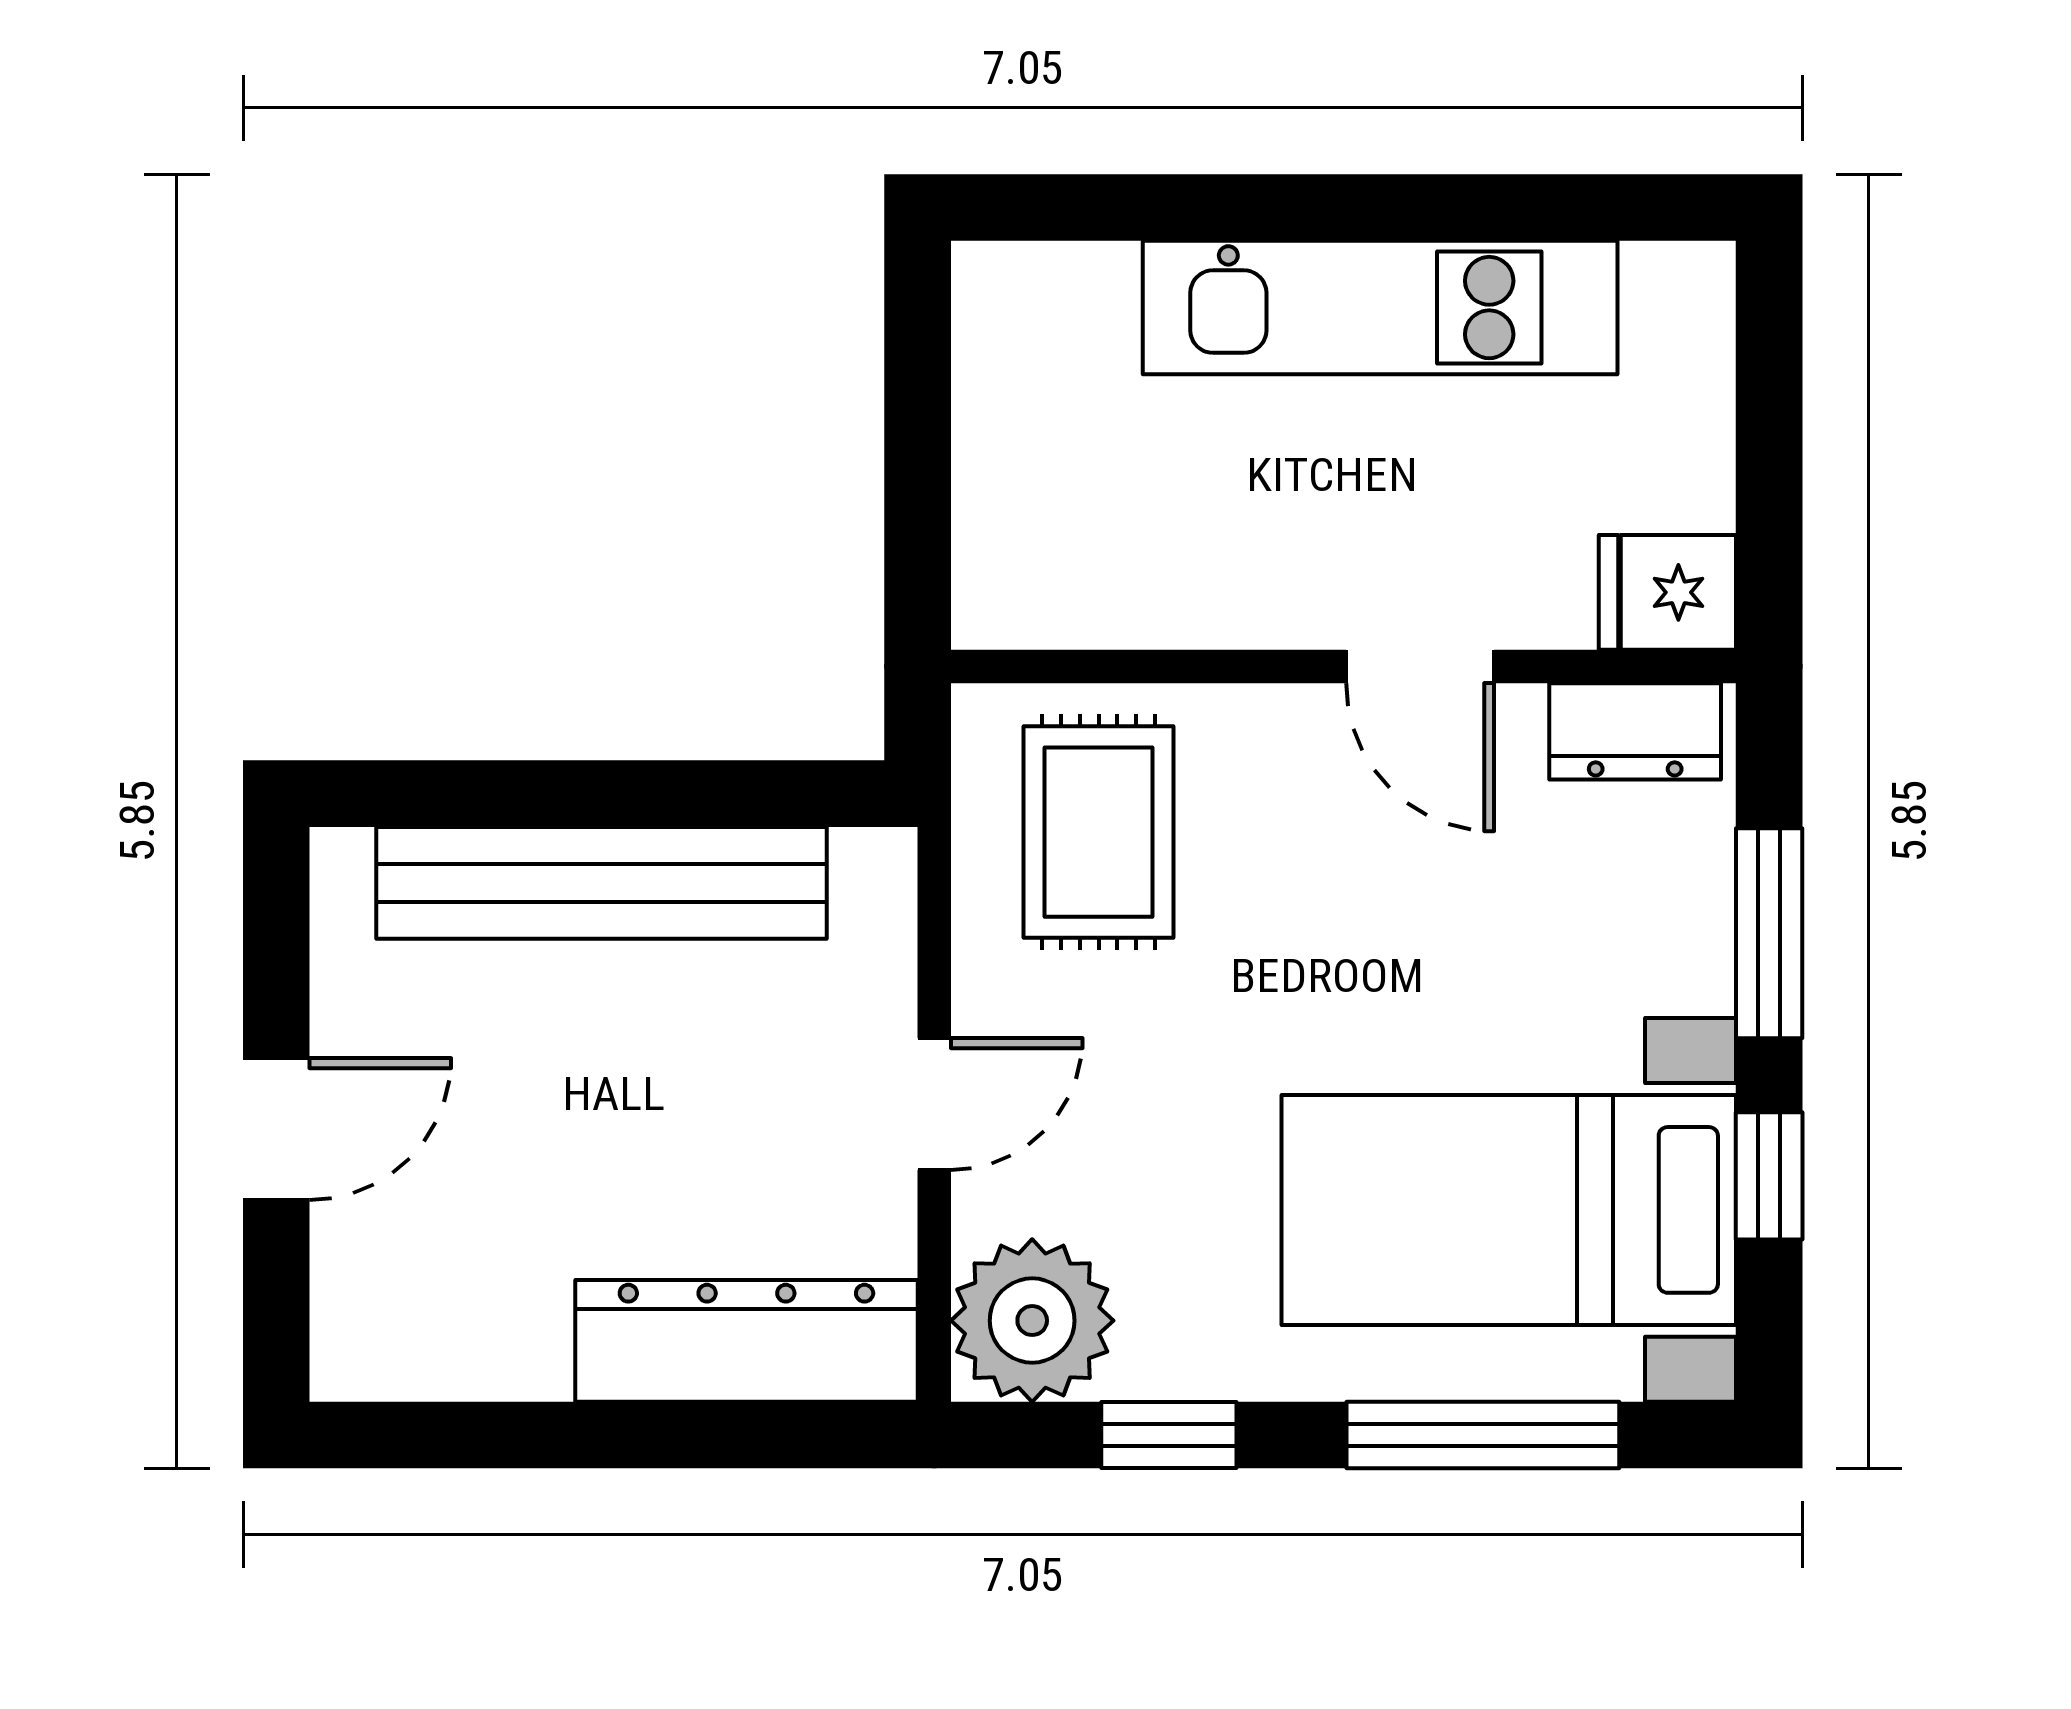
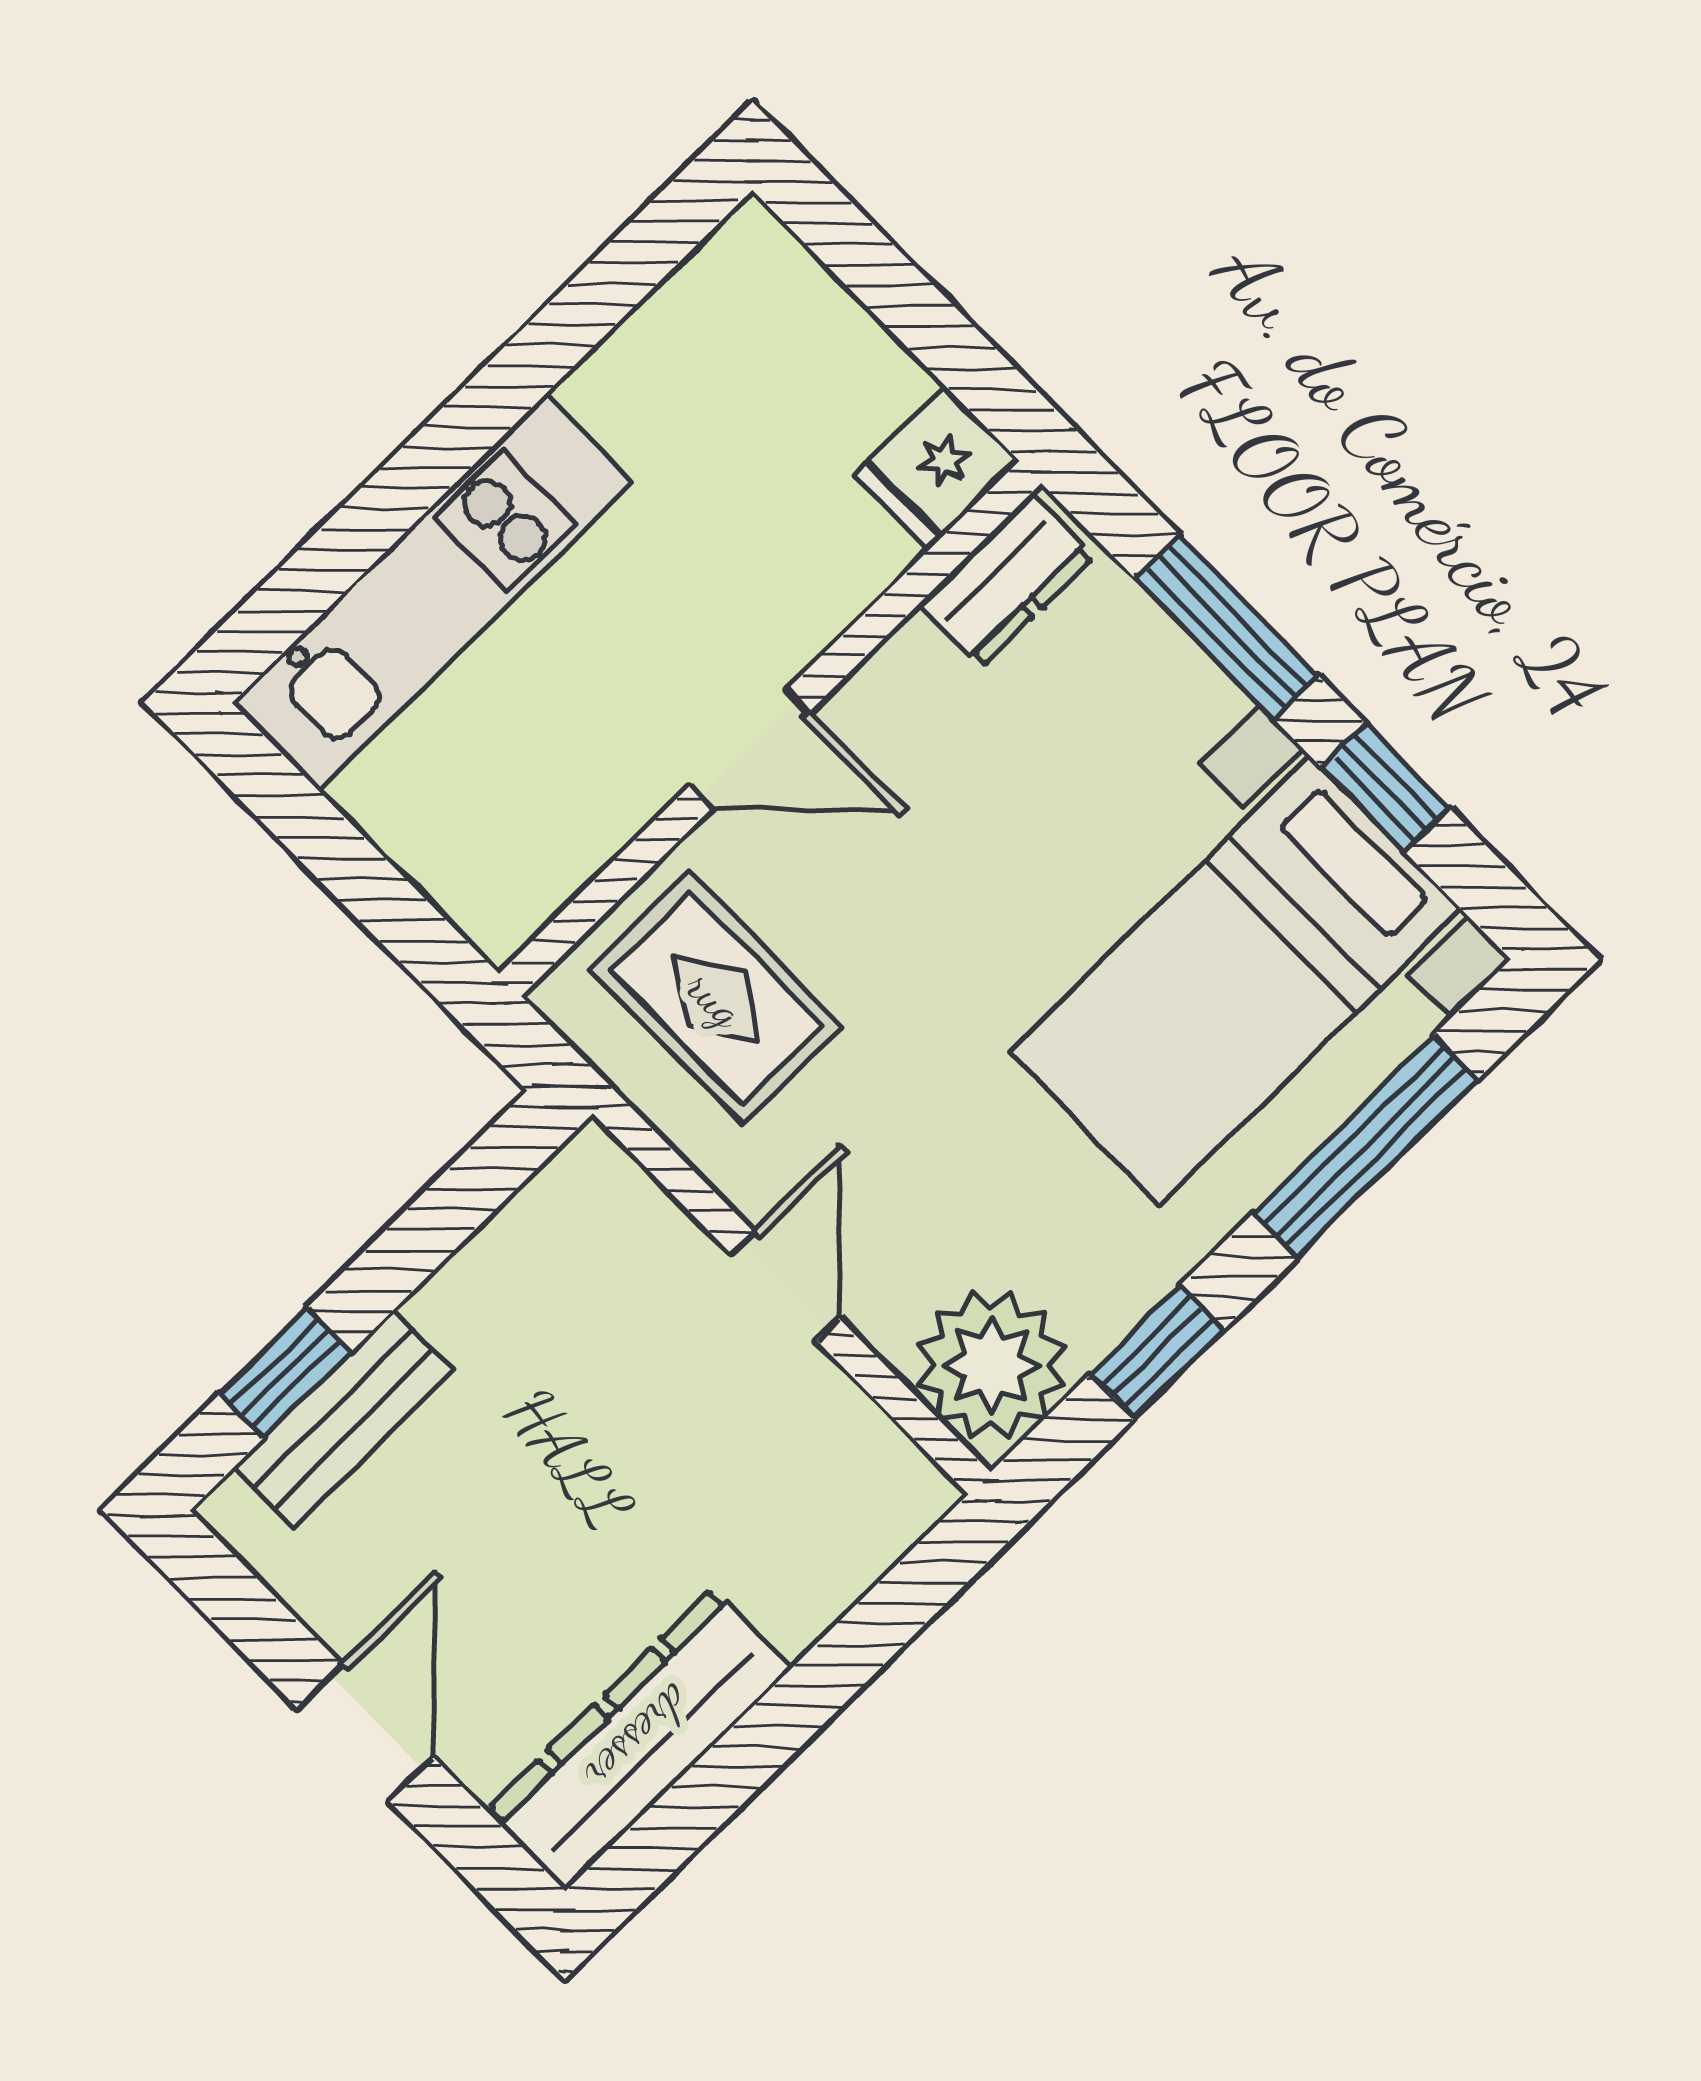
kitchen unit: (1380, 308) -> (433, 592), moved
door: (1420, 666) -> (750, 749), moved
window: (486, 794) -> (285, 1373), added
bench: (601, 883) -> (344, 1418), width x0.54, depth x0.82
dresser: (746, 1341) -> (639, 1739), moved

